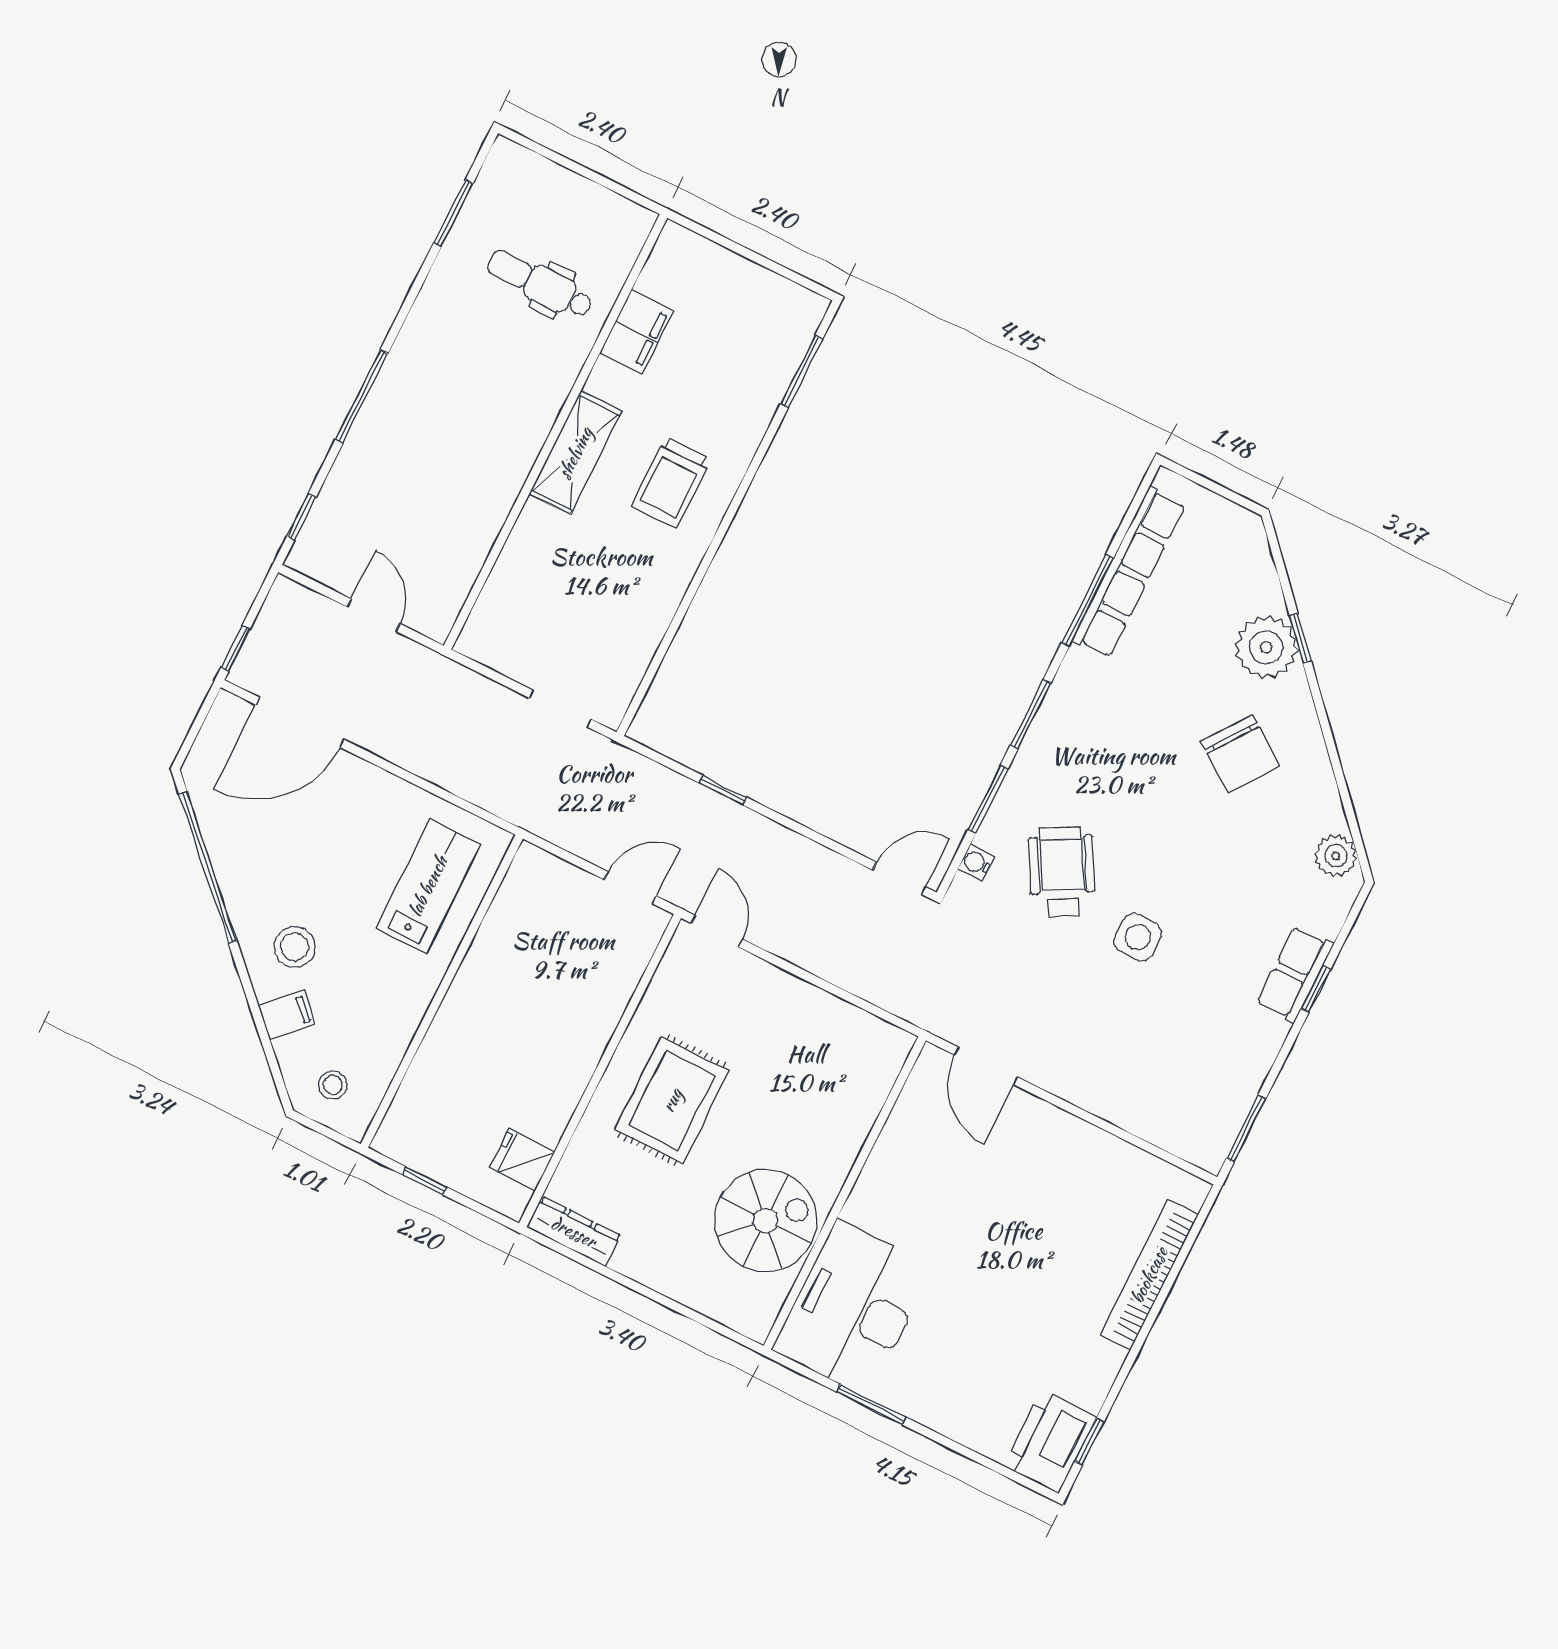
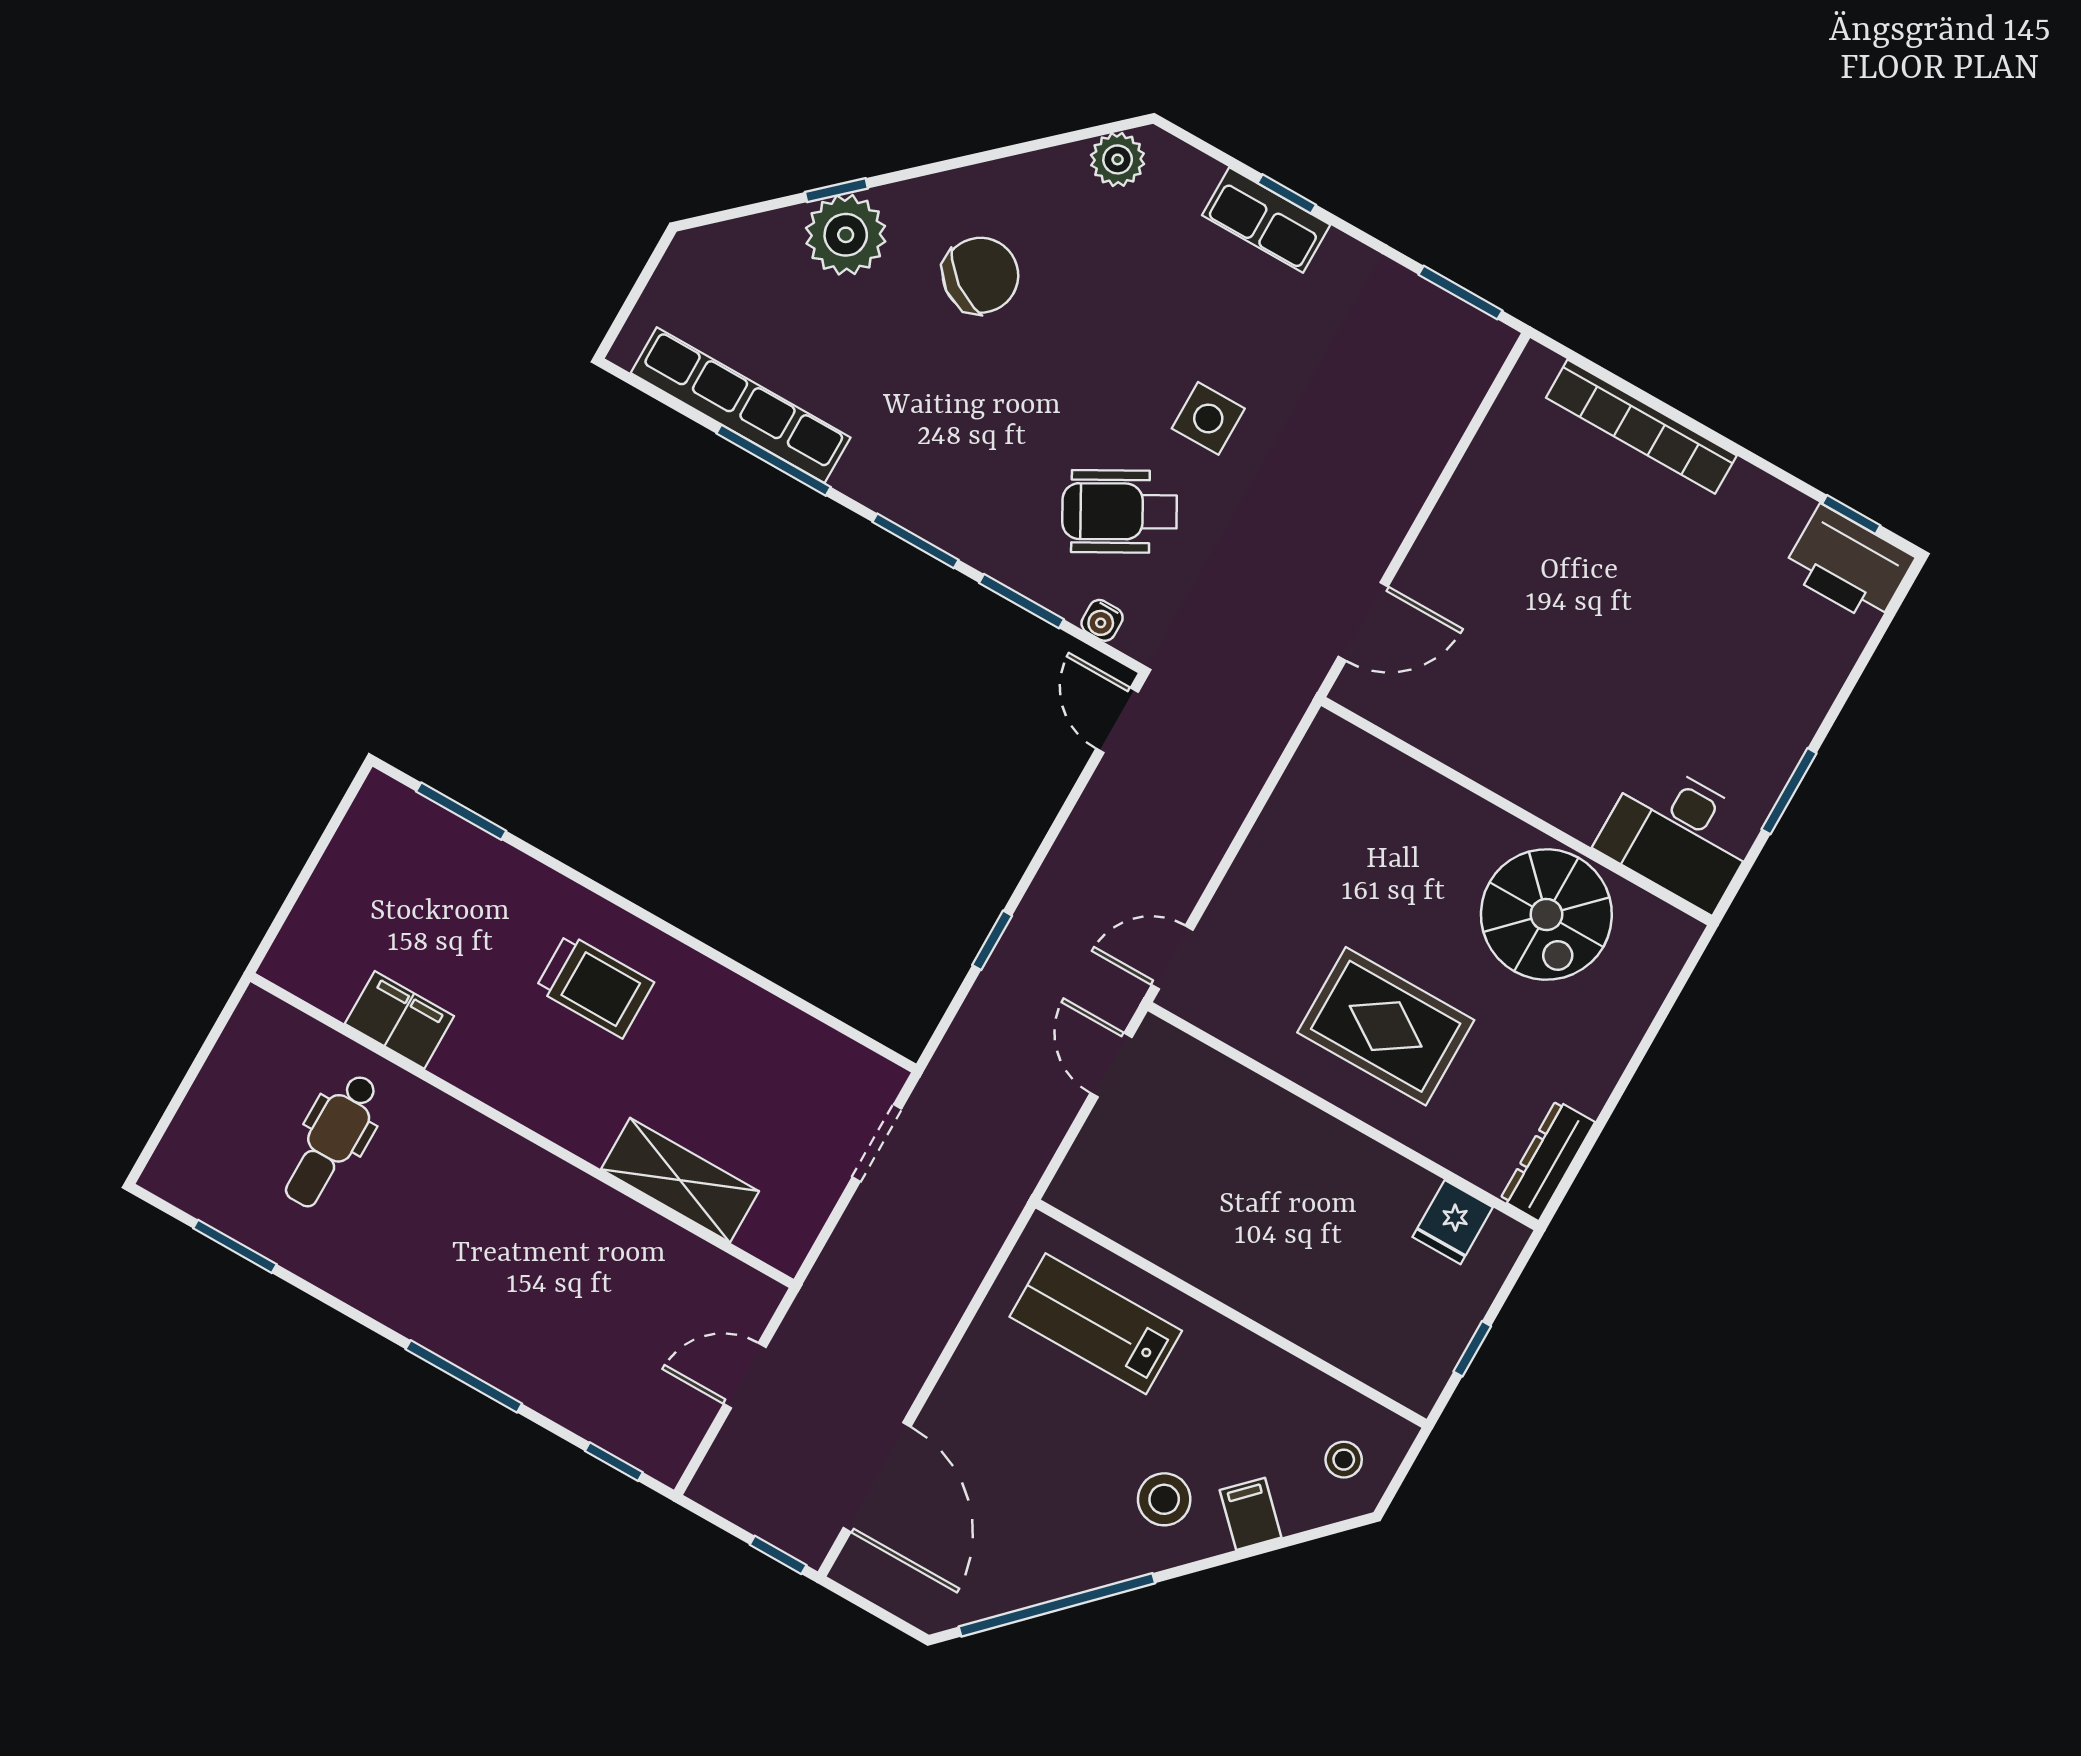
shelving: (575, 453) -> (680, 1180), moved
spiral stairs: (765, 1221) -> (1546, 914), turned 180
desk: (853, 1309) -> (1679, 835), width x0.73, depth x0.77

